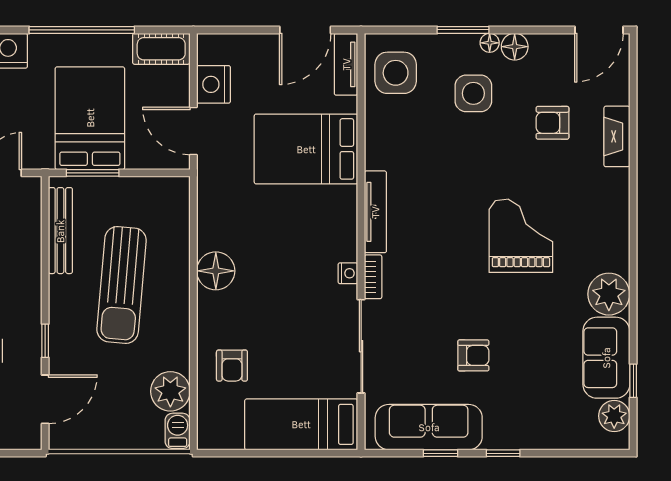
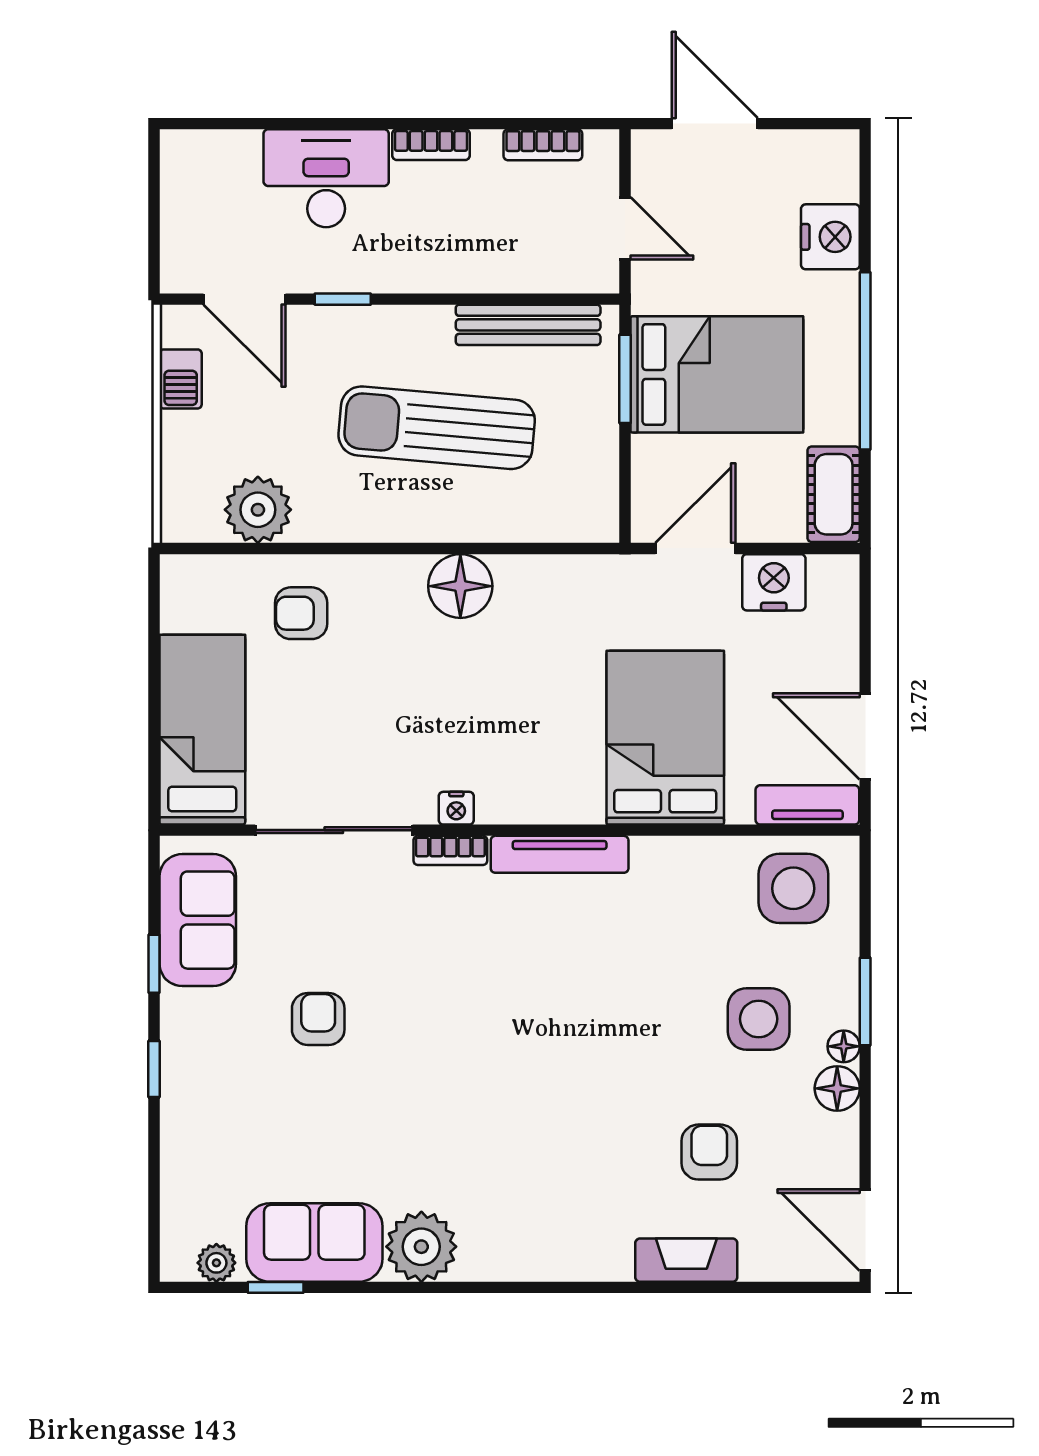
grand piano: (521, 236) -> (519, 1099), removed
armchair: (473, 355) -> (318, 1019), turned 180
plant: (614, 416) -> (216, 1263), width x0.73, depth x0.73
sofa: (429, 427) -> (198, 920), width x0.73
barbecue: (178, 431) -> (181, 379), moved, turned 90

